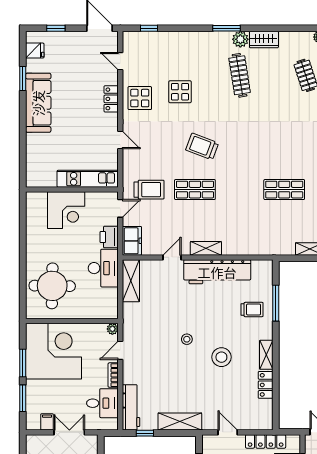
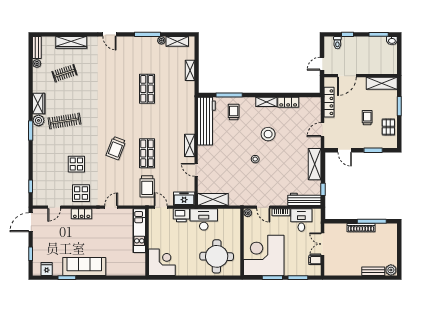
trolley: (149, 190) -> (147, 186), turned 180
corner desk: (66, 210) -> (162, 262), moved
workbench: (217, 272) -> (206, 121), moved

